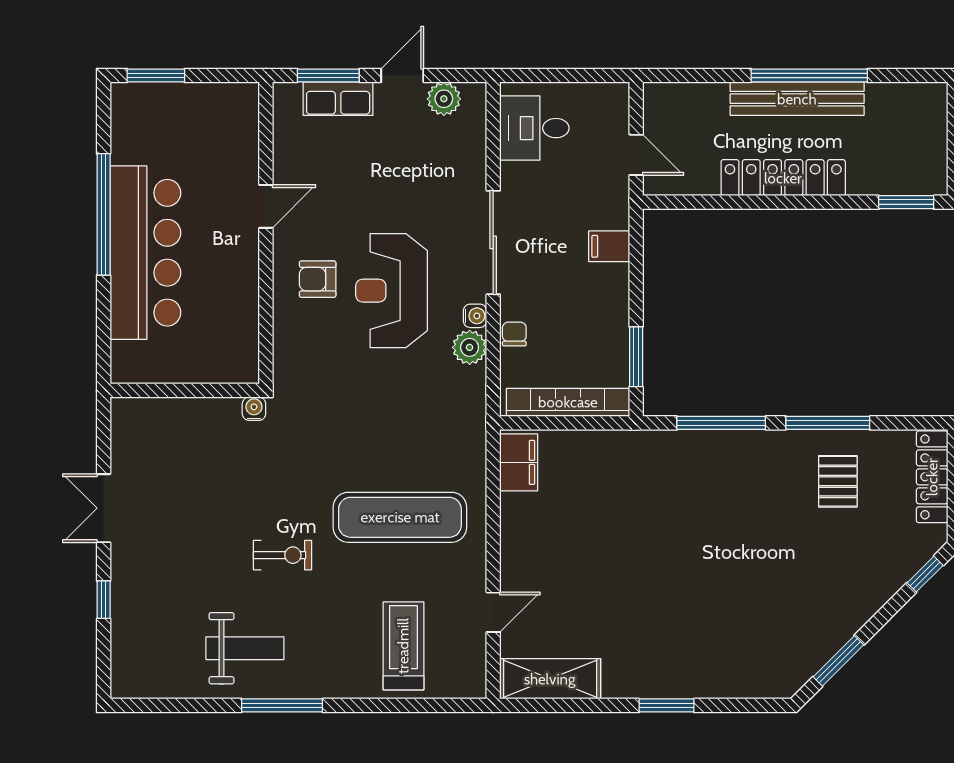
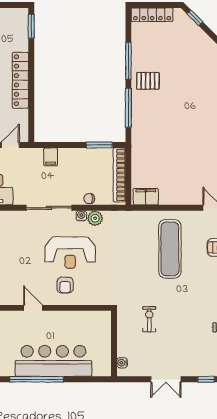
water cooler: (254, 409) -> (122, 363), moved
pallet: (838, 481) -> (148, 81), moved
exercise bike: (282, 555) -> (149, 319), moved

